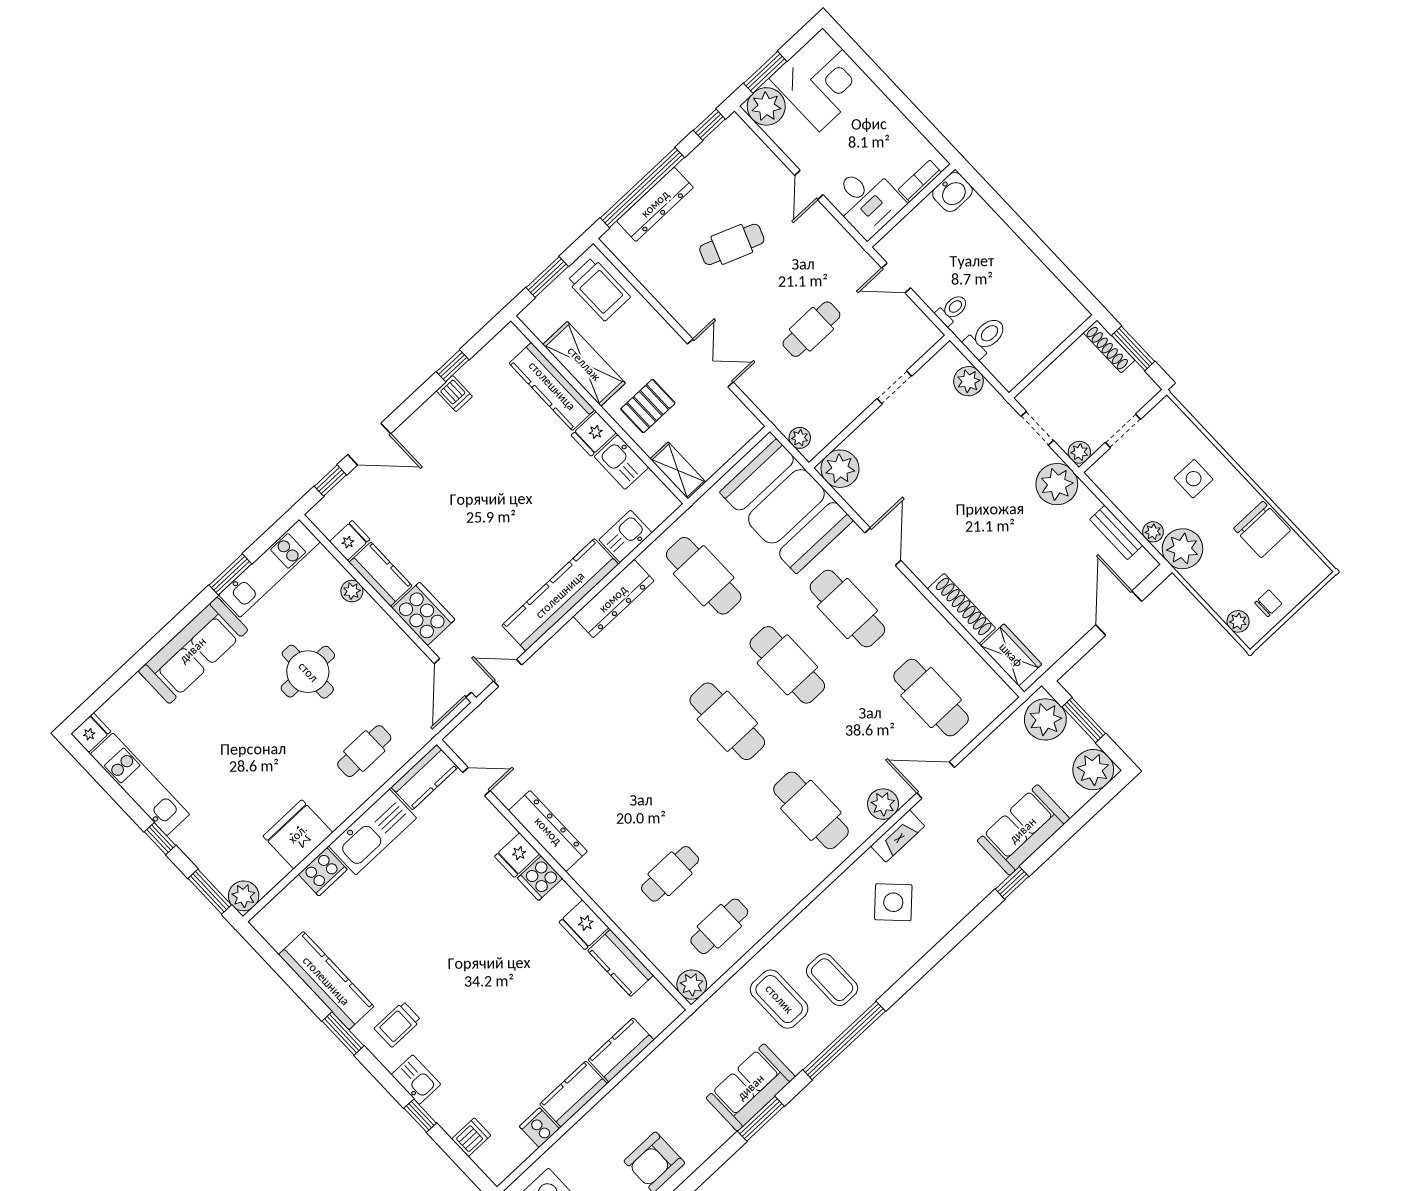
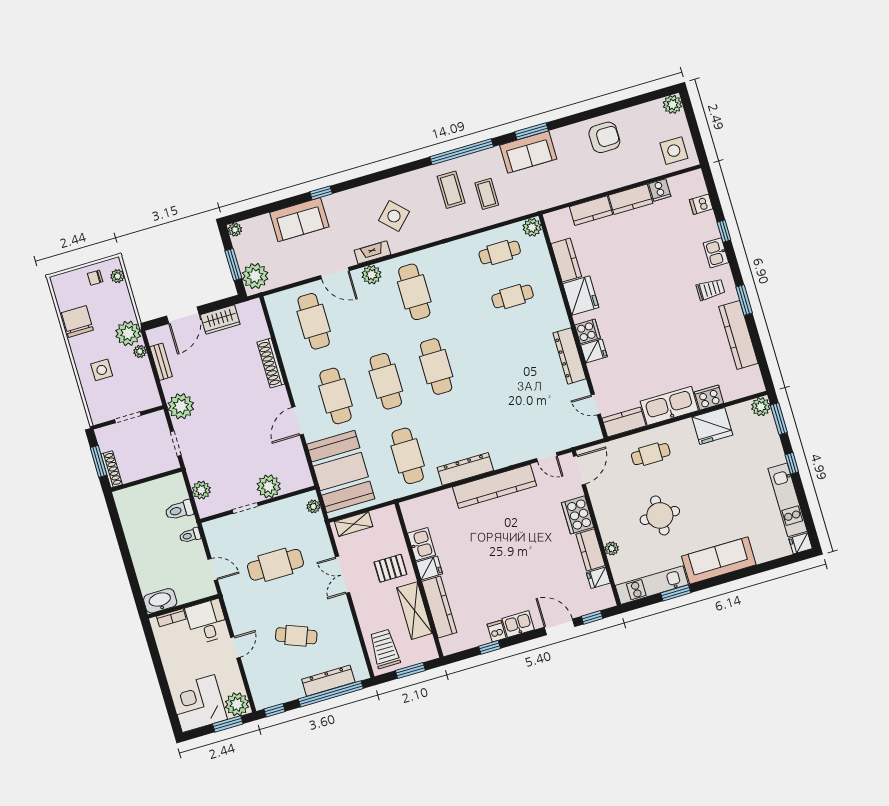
washbasin: (952, 192) -> (160, 601), width x1.38
cafe table: (811, 329) -> (275, 565), width x1.37, depth x1.35
plant: (1079, 452) -> (159, 418), removed
plant: (840, 469) -> (269, 486), moved
shelving: (678, 471) -> (354, 524), moved, turned 90
kitchen sink: (625, 536) -> (518, 624), moved, turned 180
wardrobe: (1011, 655) -> (220, 320), moved, turned -90
plant: (1093, 770) -> (235, 230), width x0.53, depth x0.53
fridge: (584, 925) -> (581, 296), width x1.36, depth x1.34
coffee table: (779, 999) -> (487, 194), width x0.73, depth x0.77

